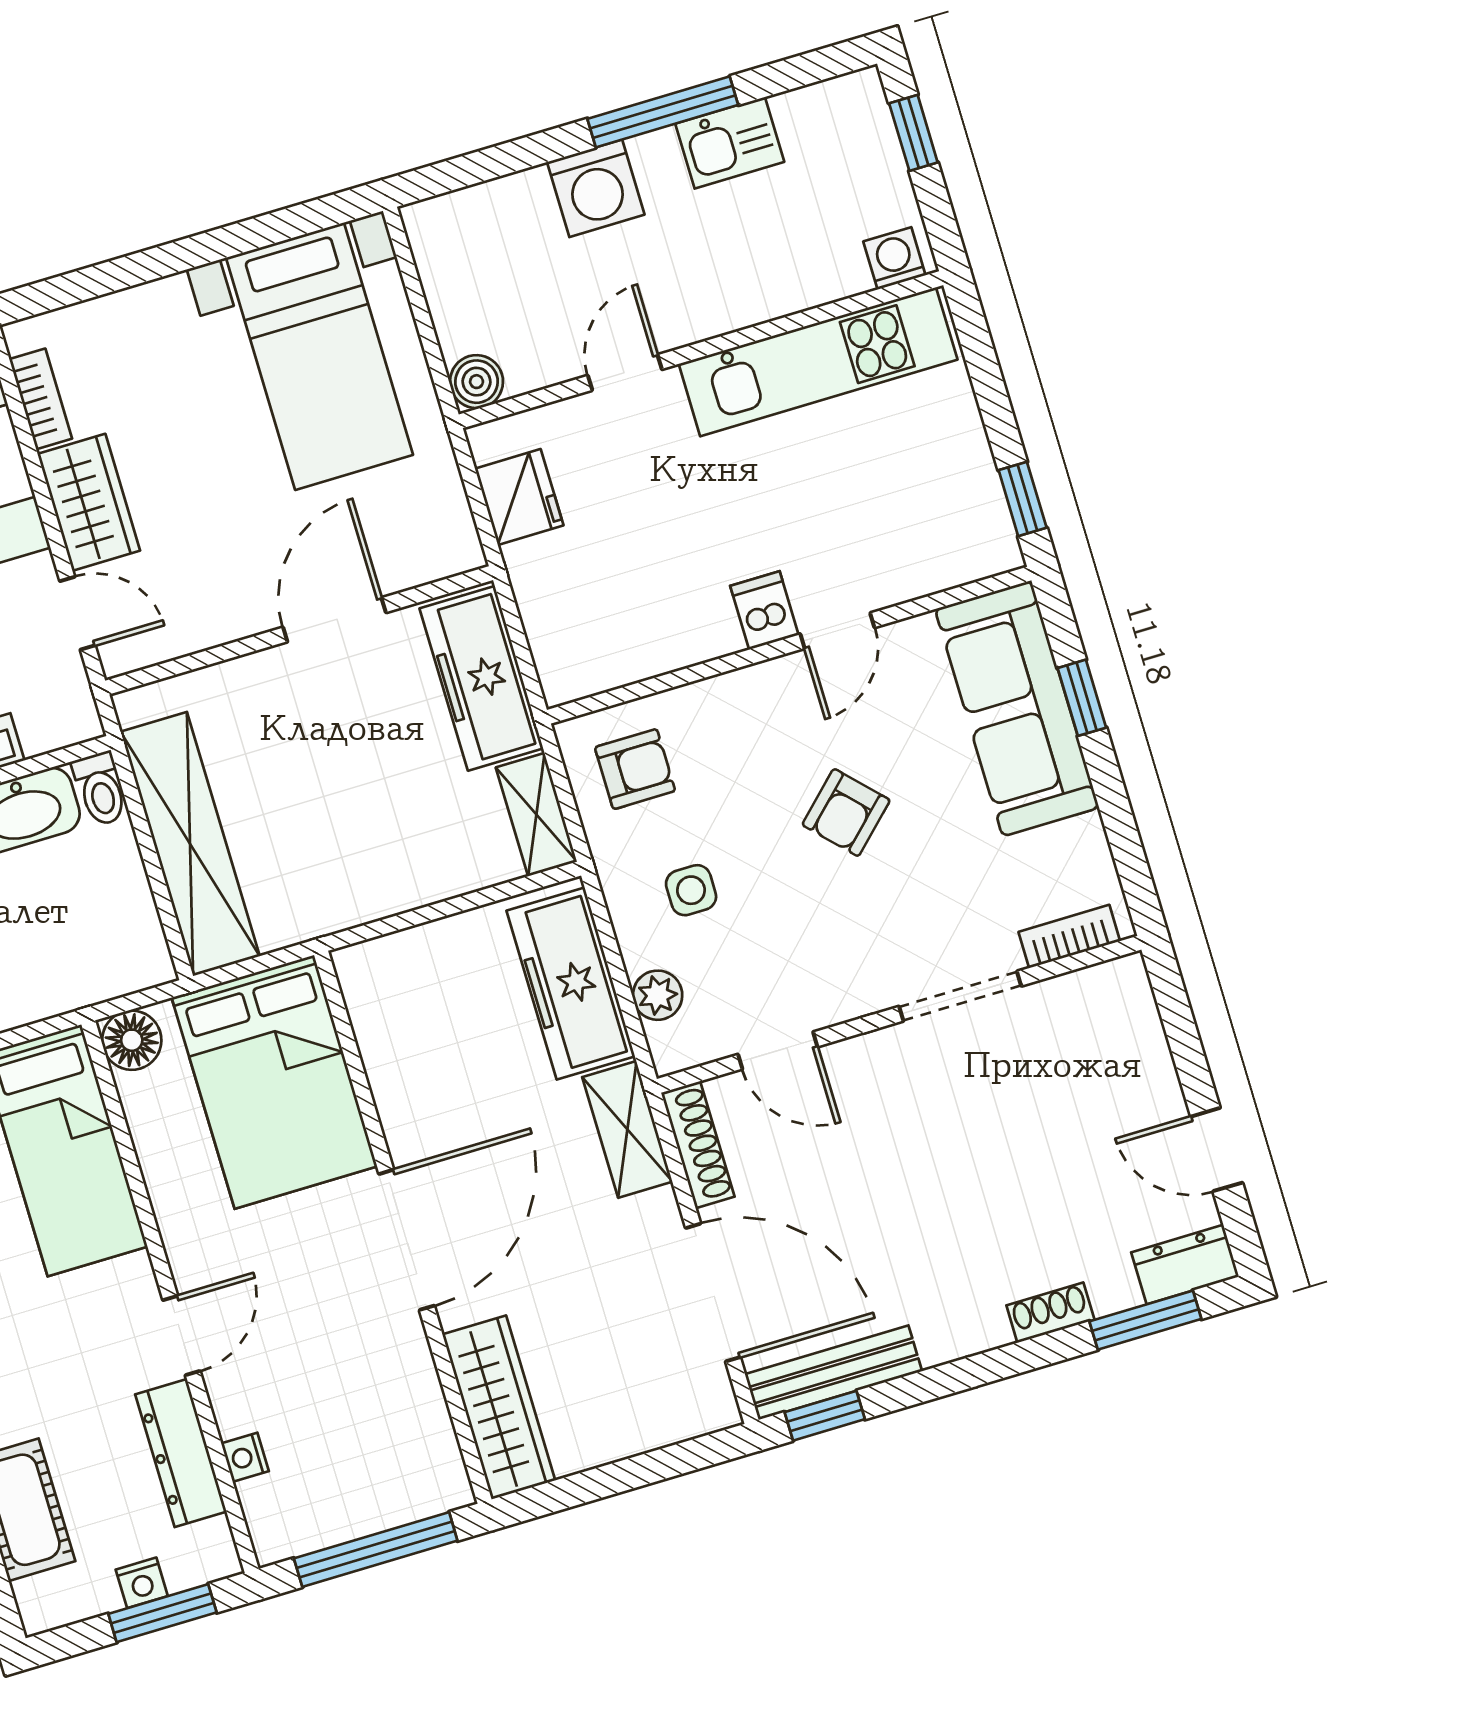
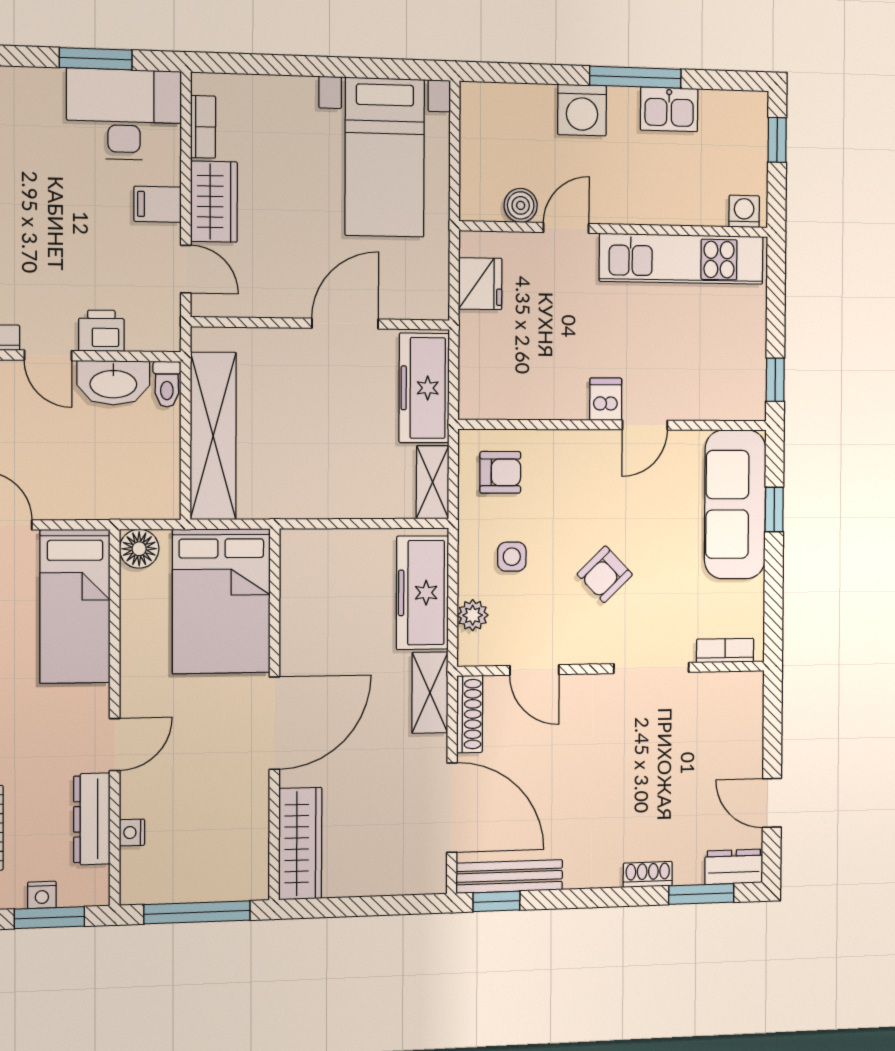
boiler: (477, 382) -> (521, 205), moved
armchair: (846, 812) -> (605, 574), moved

